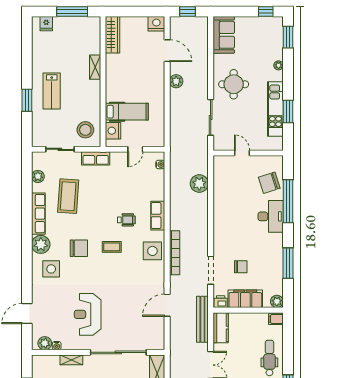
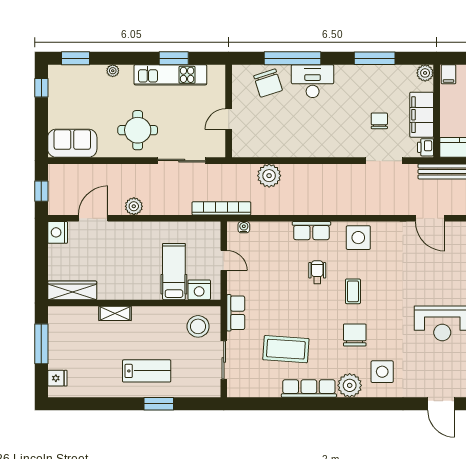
plant: (38, 176) -> (260, 389), removed
bookcase: (175, 253) -> (221, 208), moved

